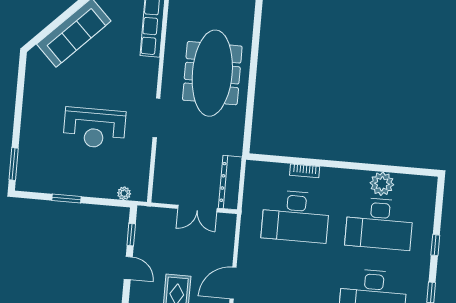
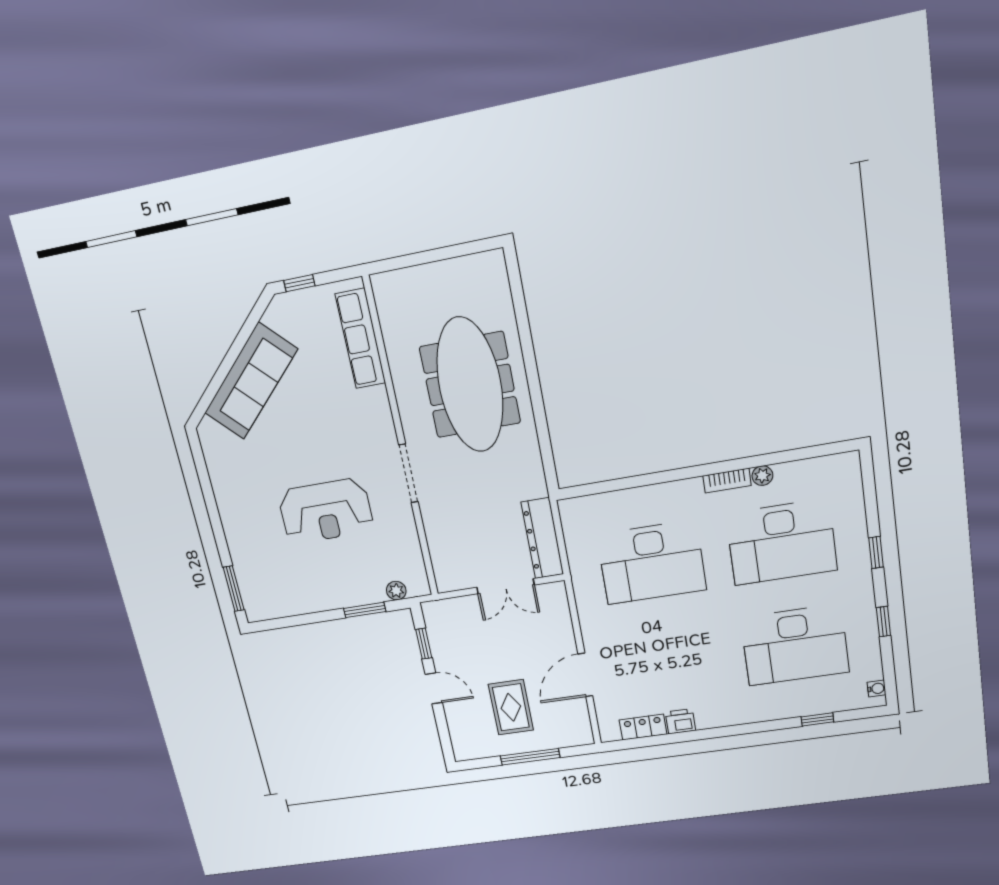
bookcase: (305, 171) -> (727, 481), moved
plant: (382, 184) -> (762, 476), width x0.53, depth x0.53
window: (66, 198) -> (365, 610), moved

